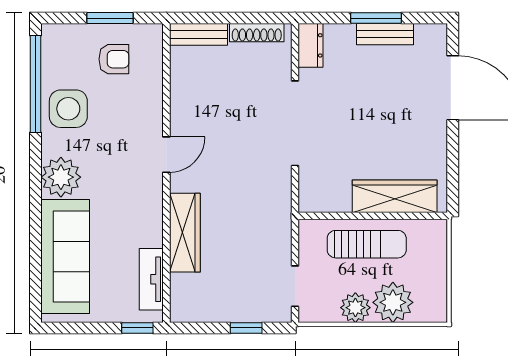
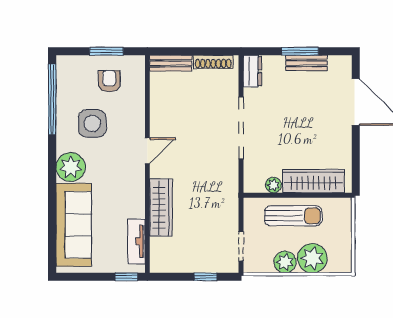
armchair: (114, 59) -> (109, 81), turned -90
side table: (68, 109) -> (92, 123), moved
plant: (339, 202) -> (273, 185), added

